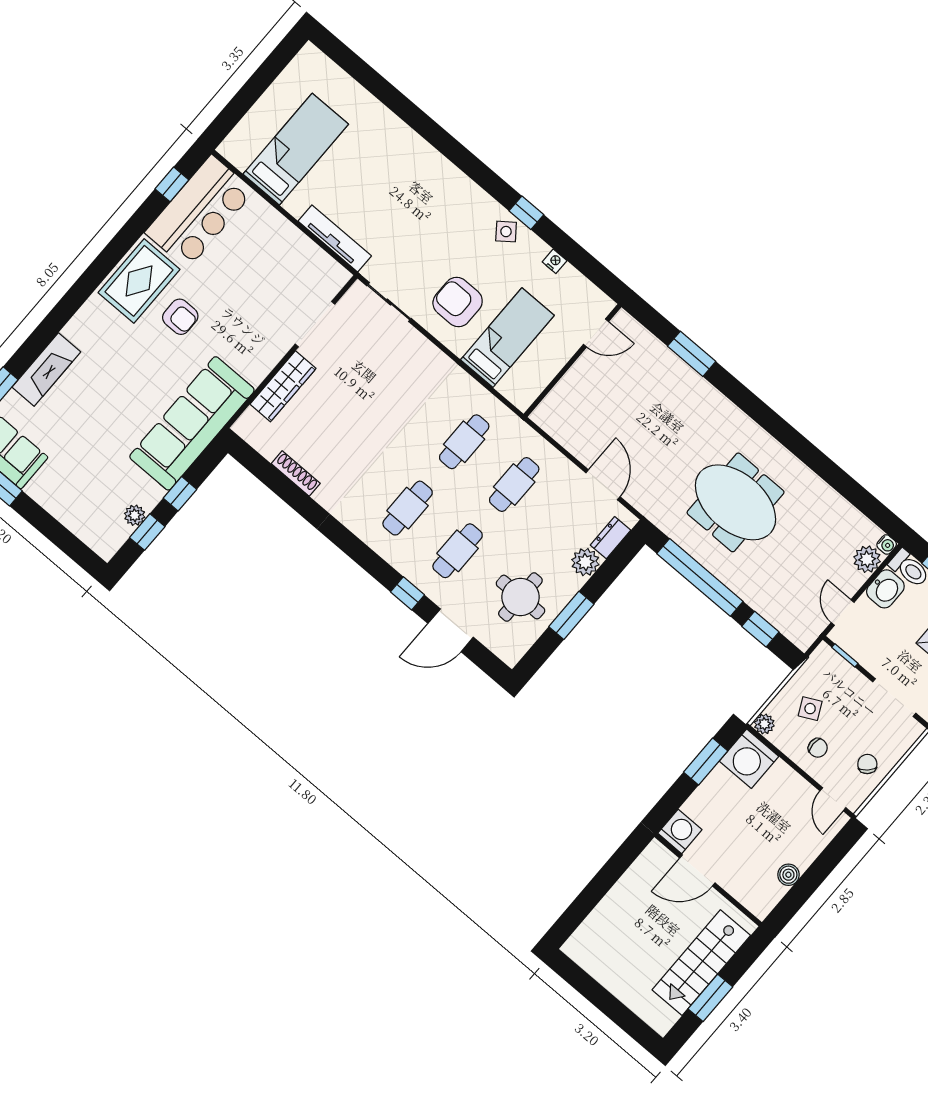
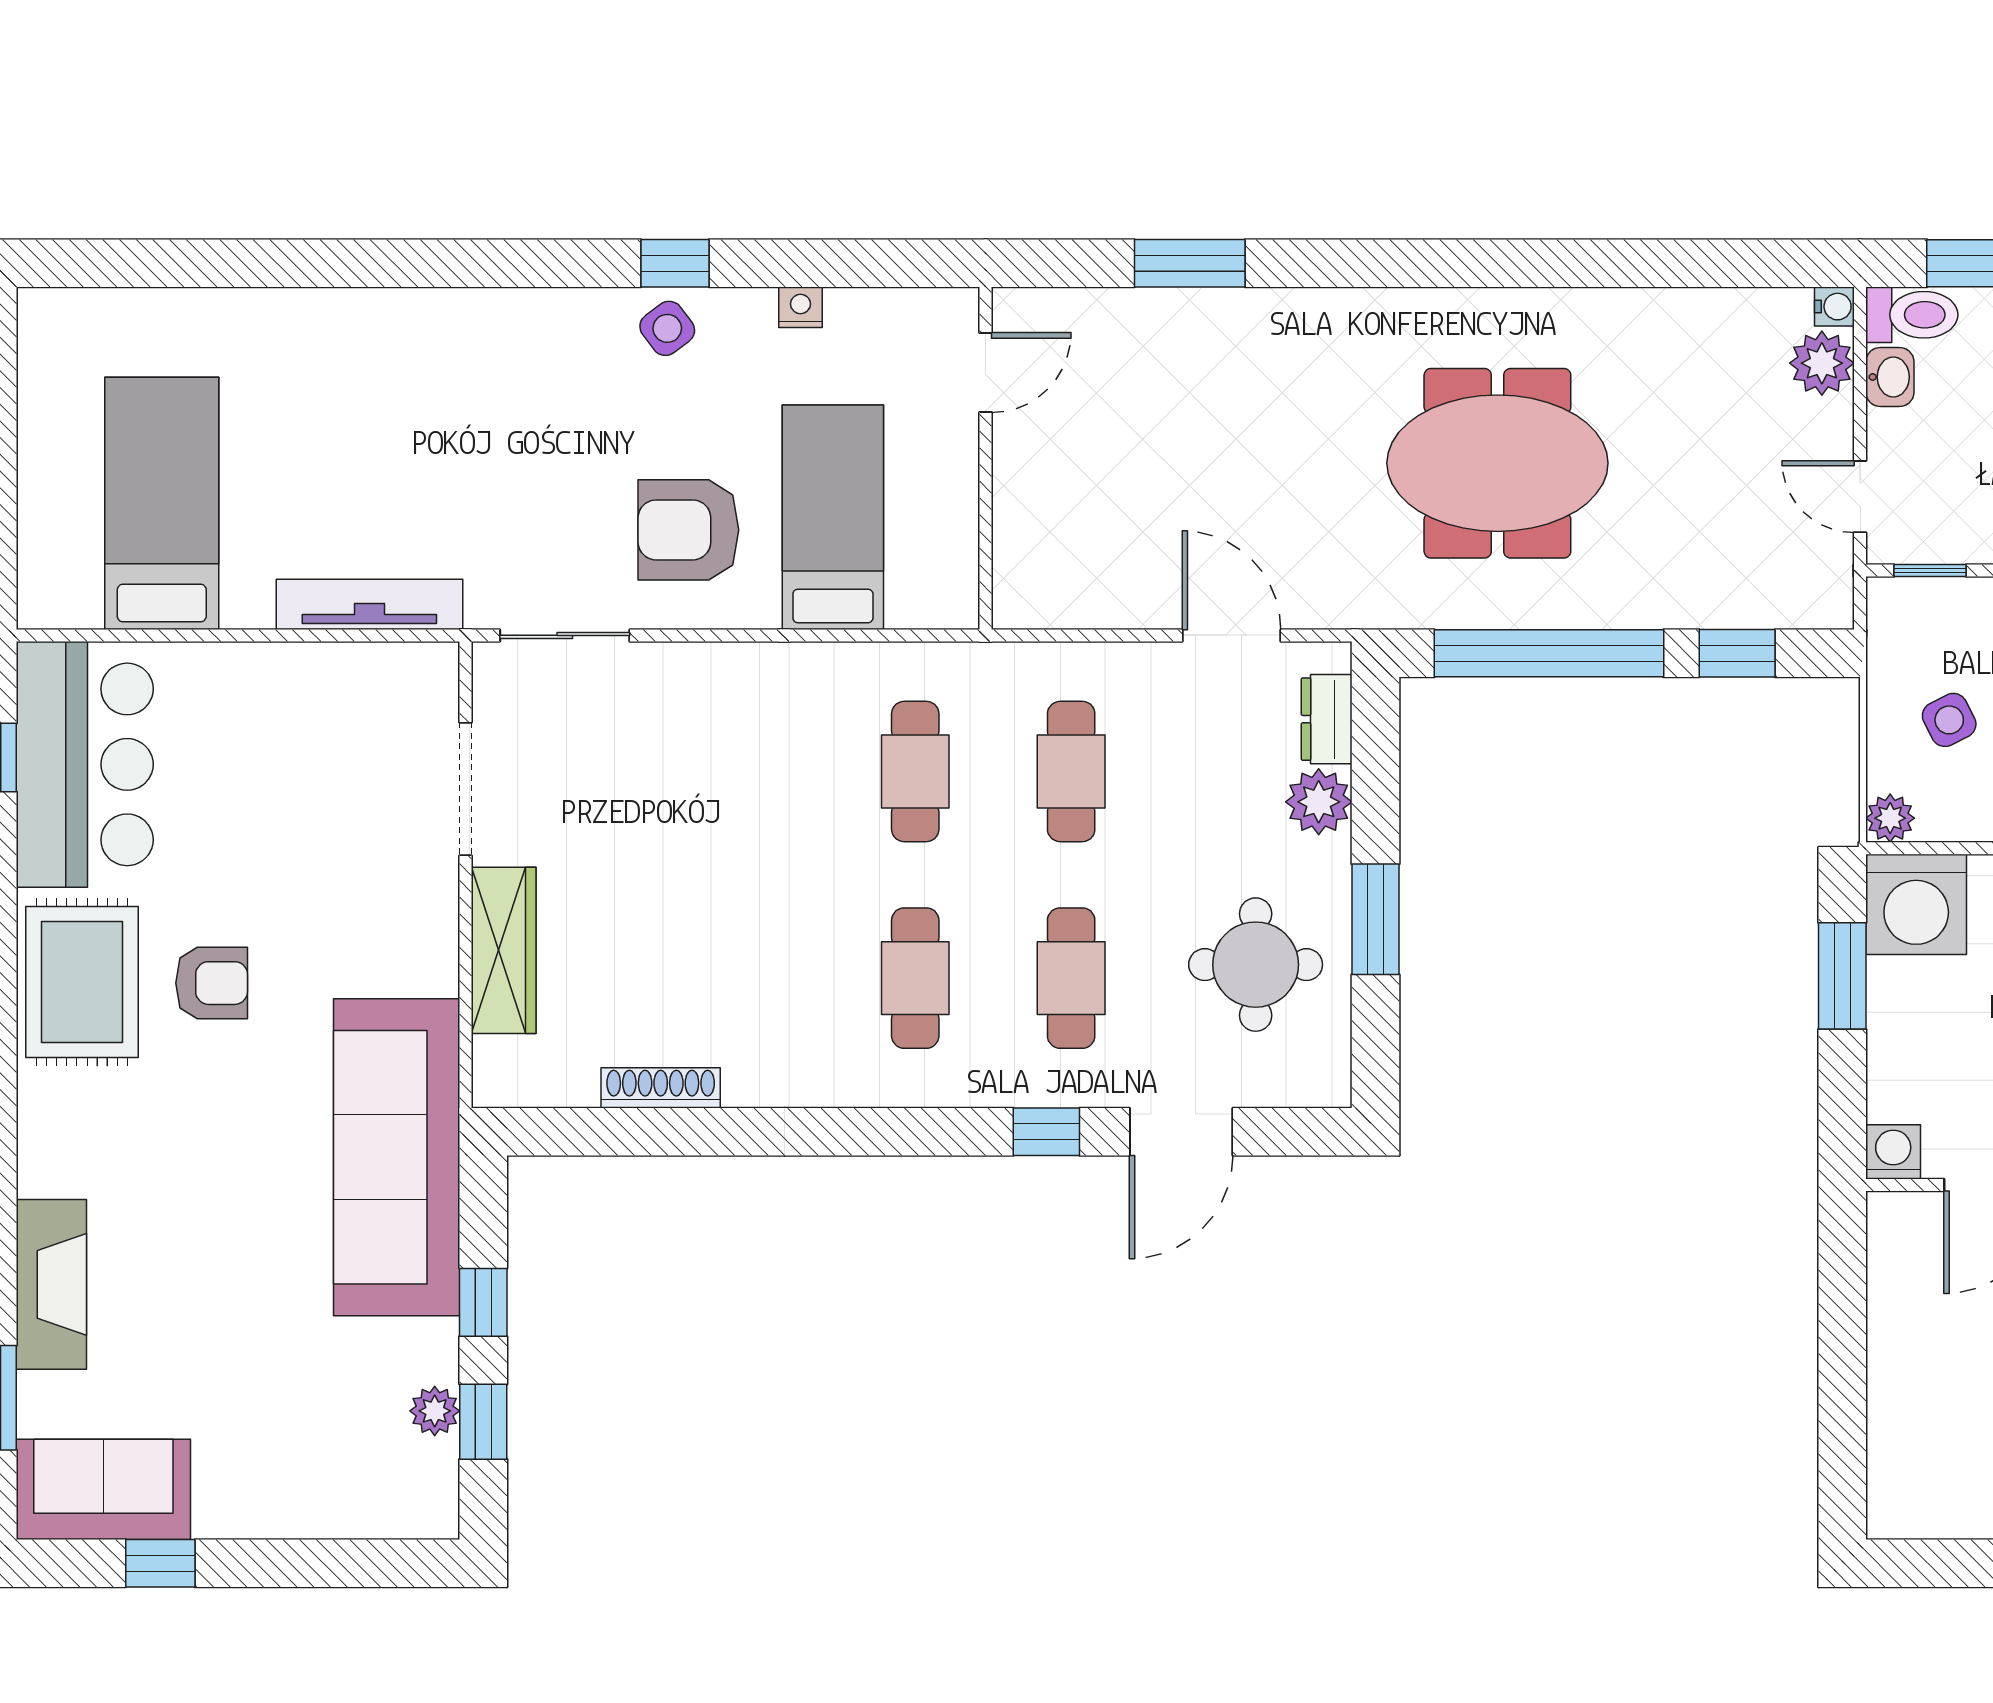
washbasin: (885, 589) -> (1890, 377), width x0.72, depth x0.69
washing machine: (680, 831) -> (1893, 1152), width x0.73, depth x0.73

